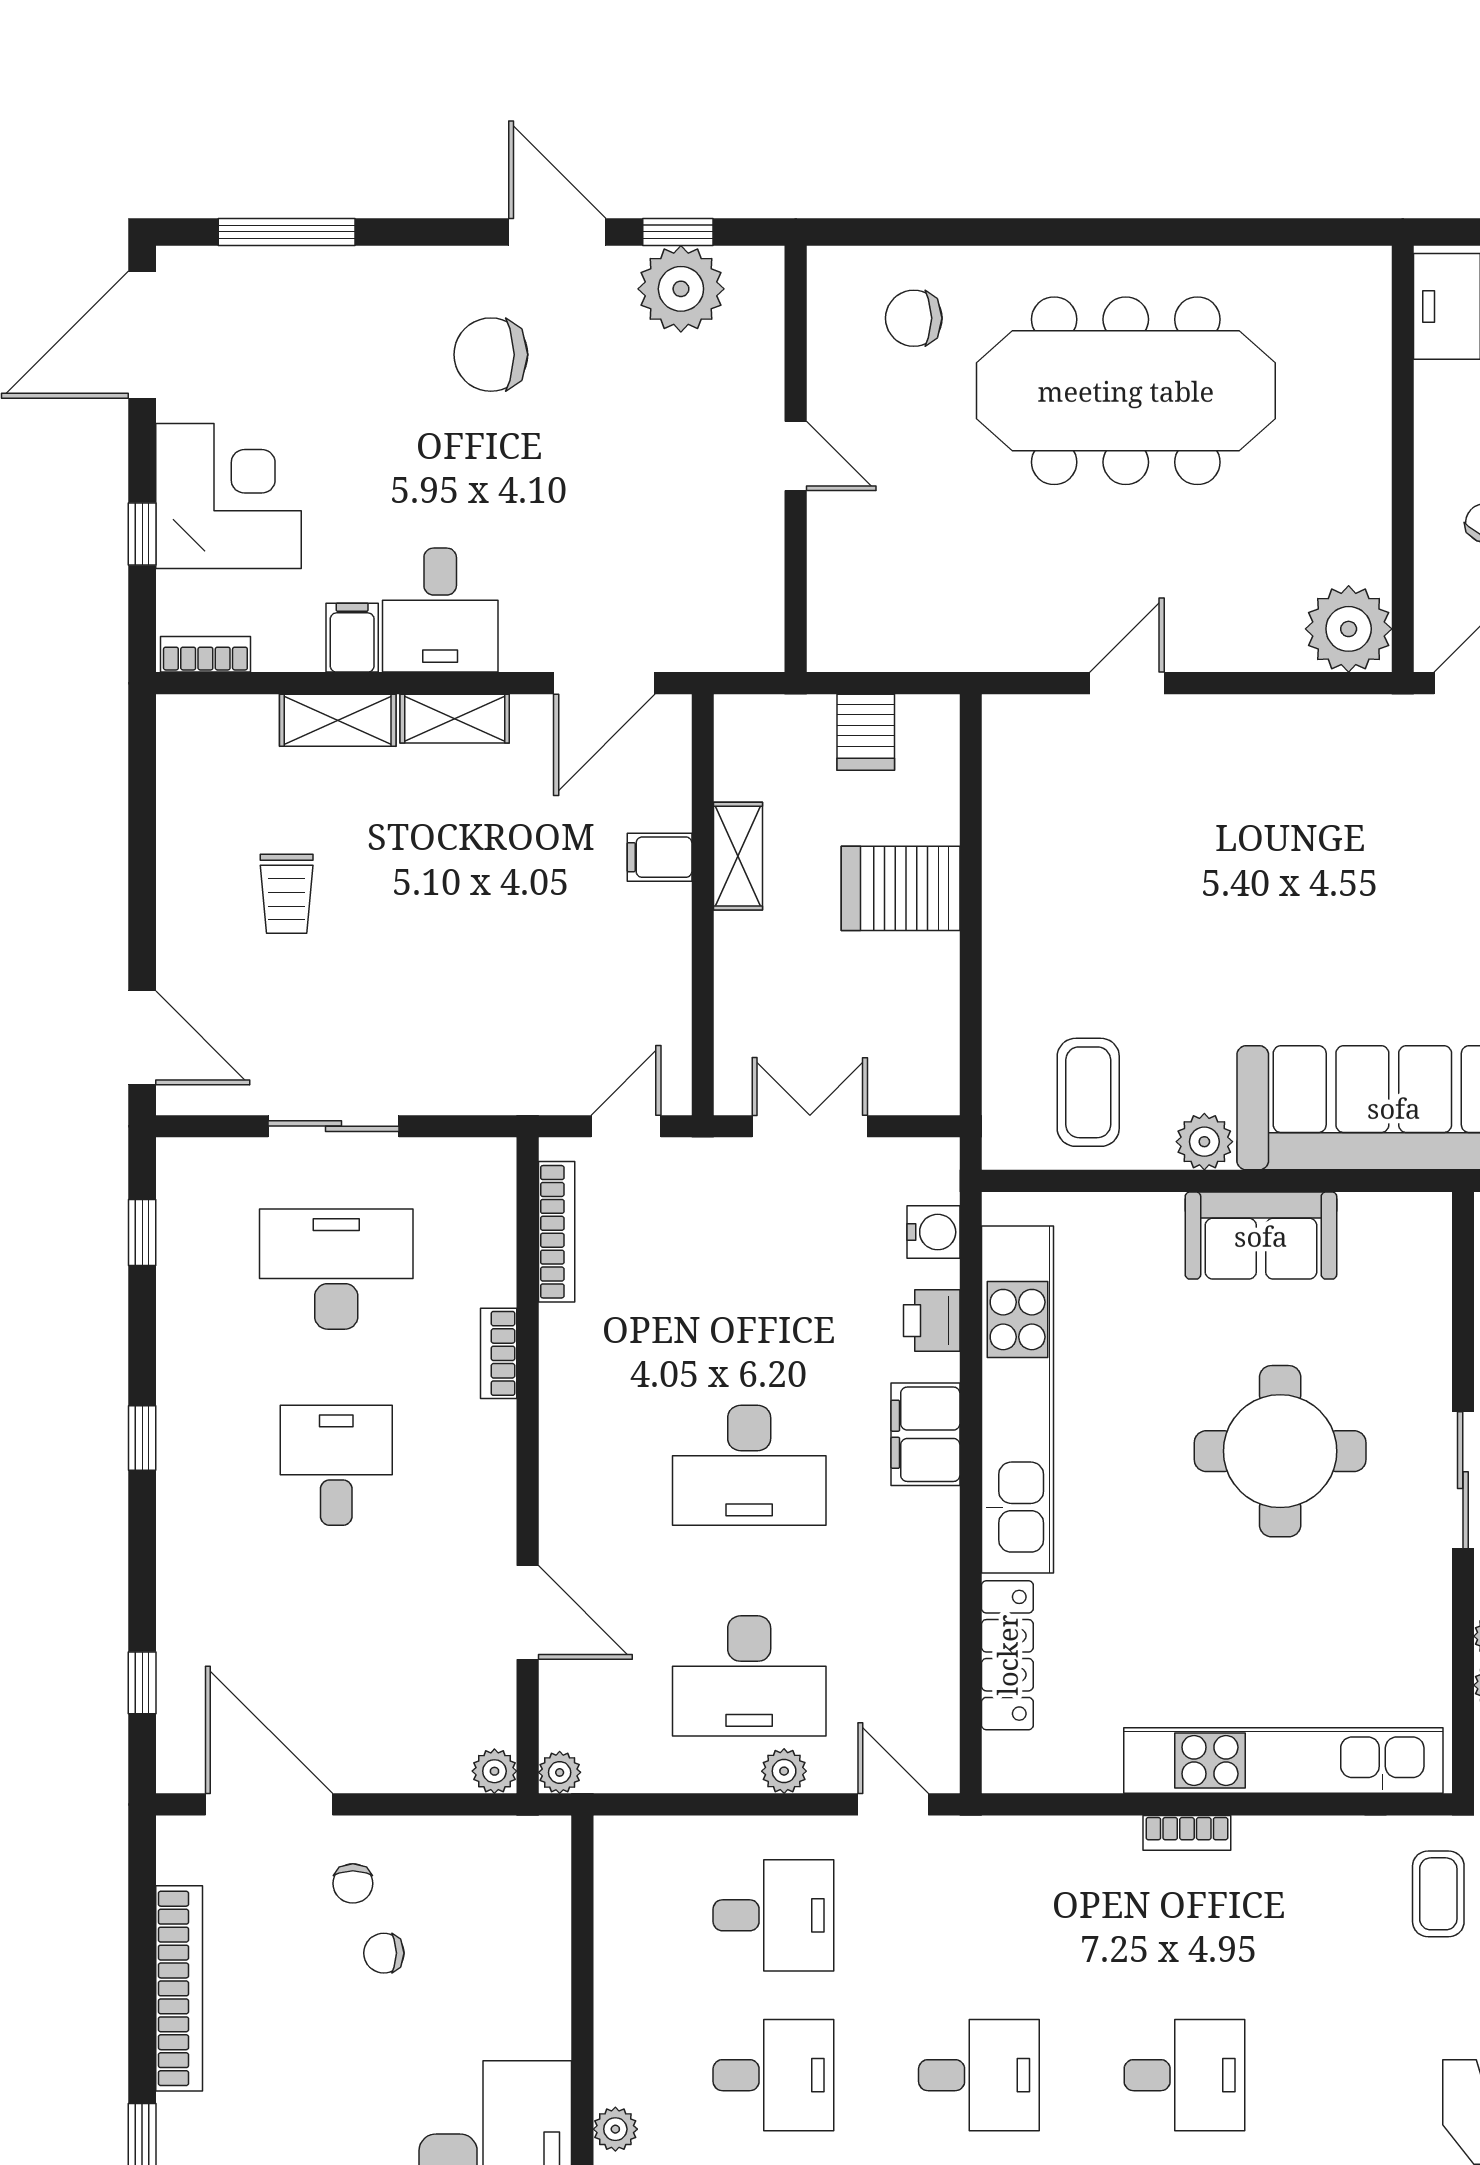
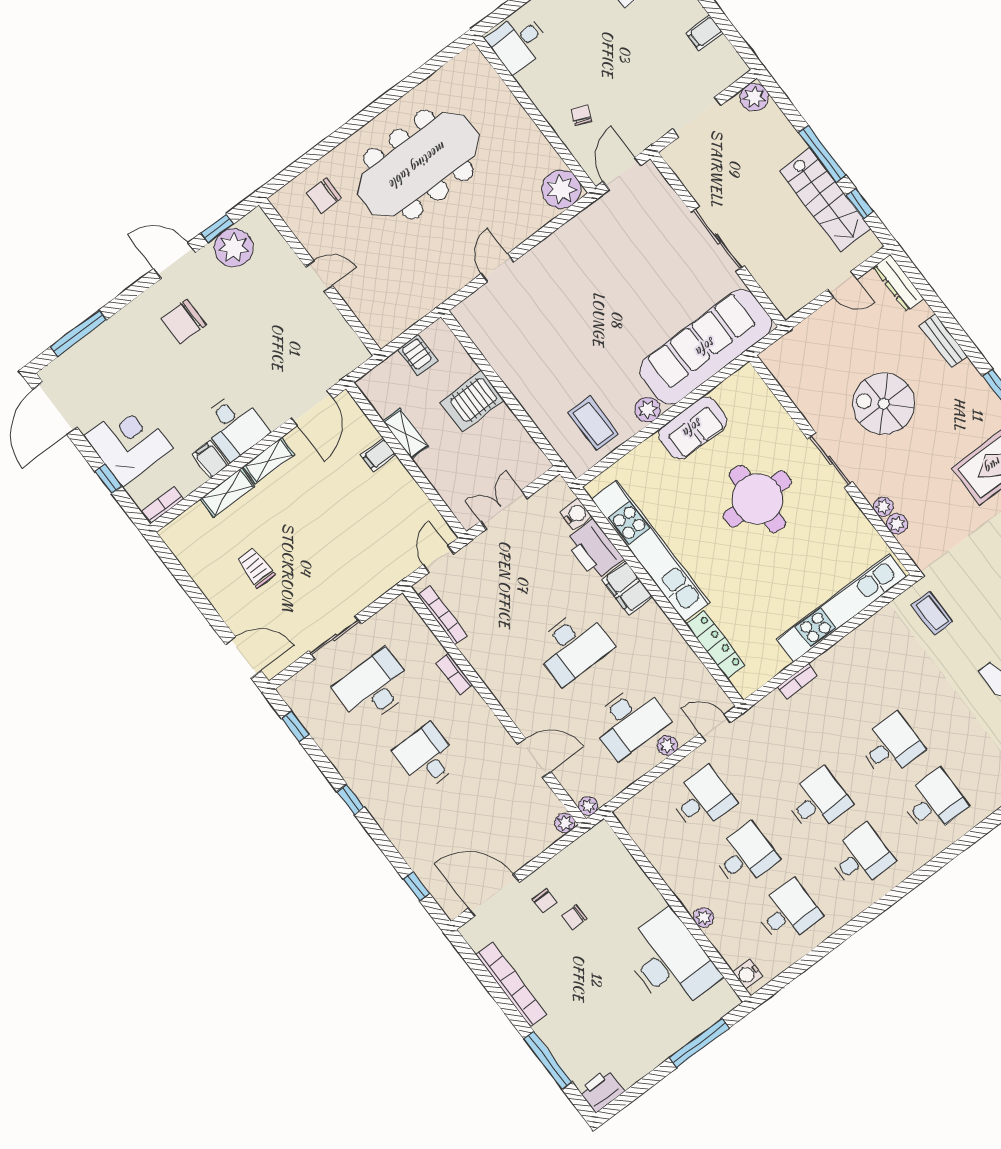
trolley: (287, 894) -> (256, 568), turned 180
printer: (932, 1321) -> (594, 550), width x1.87, depth x1.48
bookcase: (1187, 1833) -> (797, 682), moved

